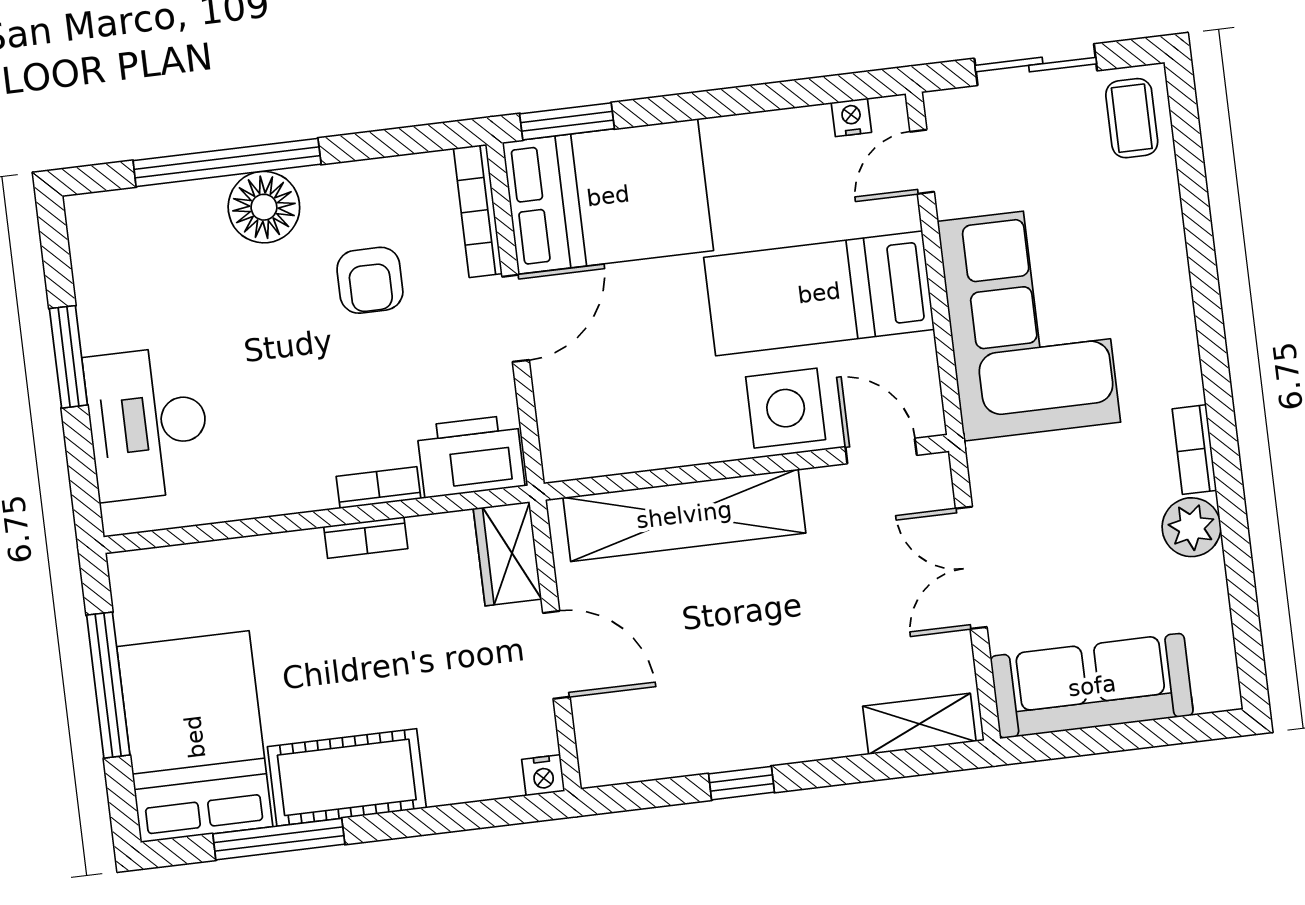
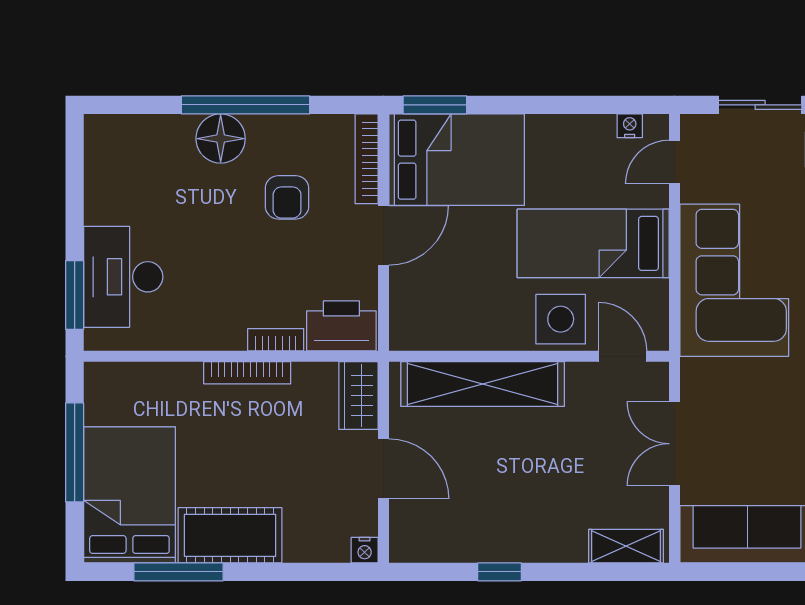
window: (227, 162) -> (245, 105), moved
window: (68, 357) -> (75, 295), moved
bookcase: (366, 538) -> (247, 373), width x1.56

